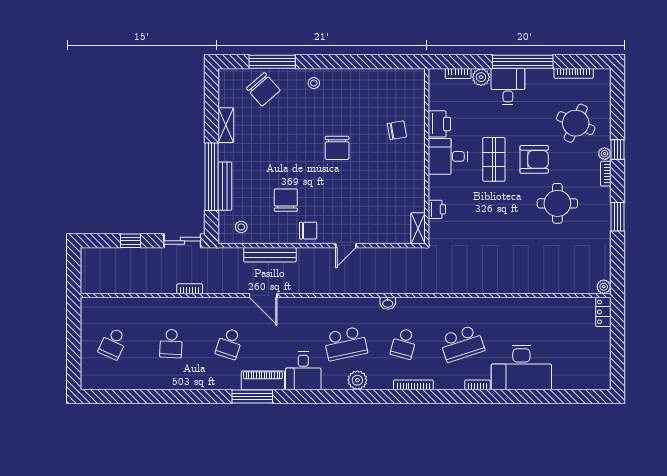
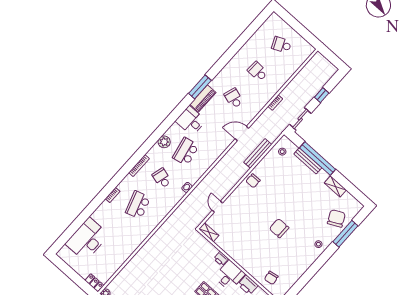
chair: (263, 89) -> (336, 218), turned 104
chair: (397, 130) -> (271, 278), moved
chair: (286, 200) -> (276, 183), removed
printer: (437, 209) -> (221, 259), moved
door: (346, 246) -> (217, 207), moved
school desk: (113, 344) -> (282, 45), turned -48
desk: (521, 367) -> (87, 239), moved

